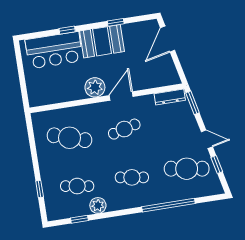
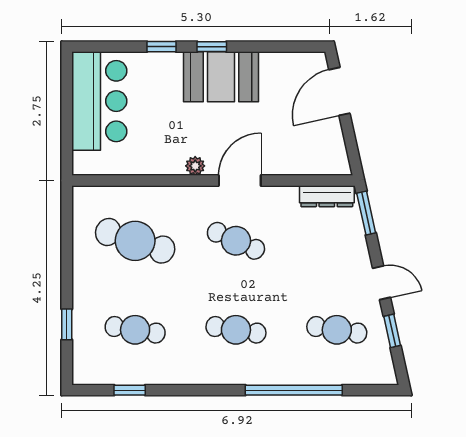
window: (116, 22) -> (212, 47), moved
bar counter: (54, 50) -> (99, 101), moved, turned -90
plant: (95, 87) -> (195, 166), width x0.53, depth x0.53
cafe table: (124, 129) -> (236, 241), turned 39
cafe table: (187, 169) -> (337, 330), width x0.73, depth x0.74
plant: (98, 205) -> (167, 371), removed

